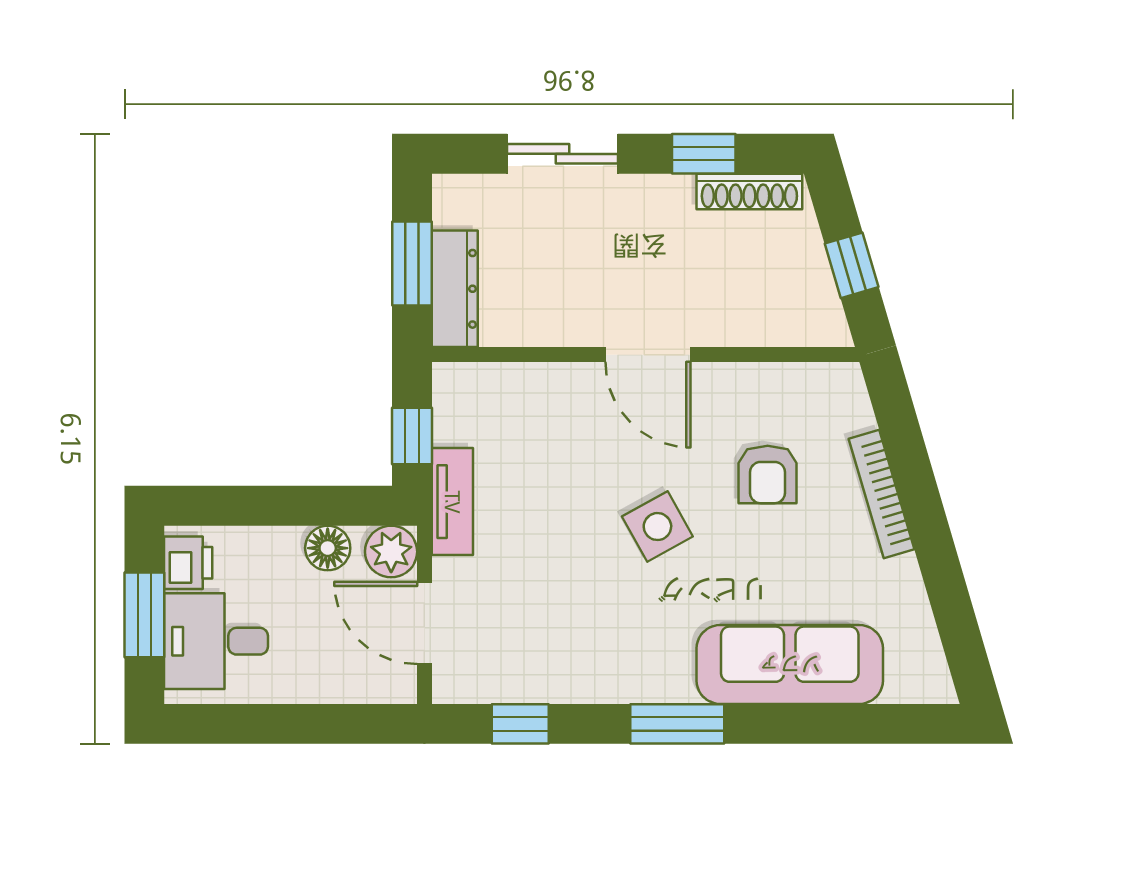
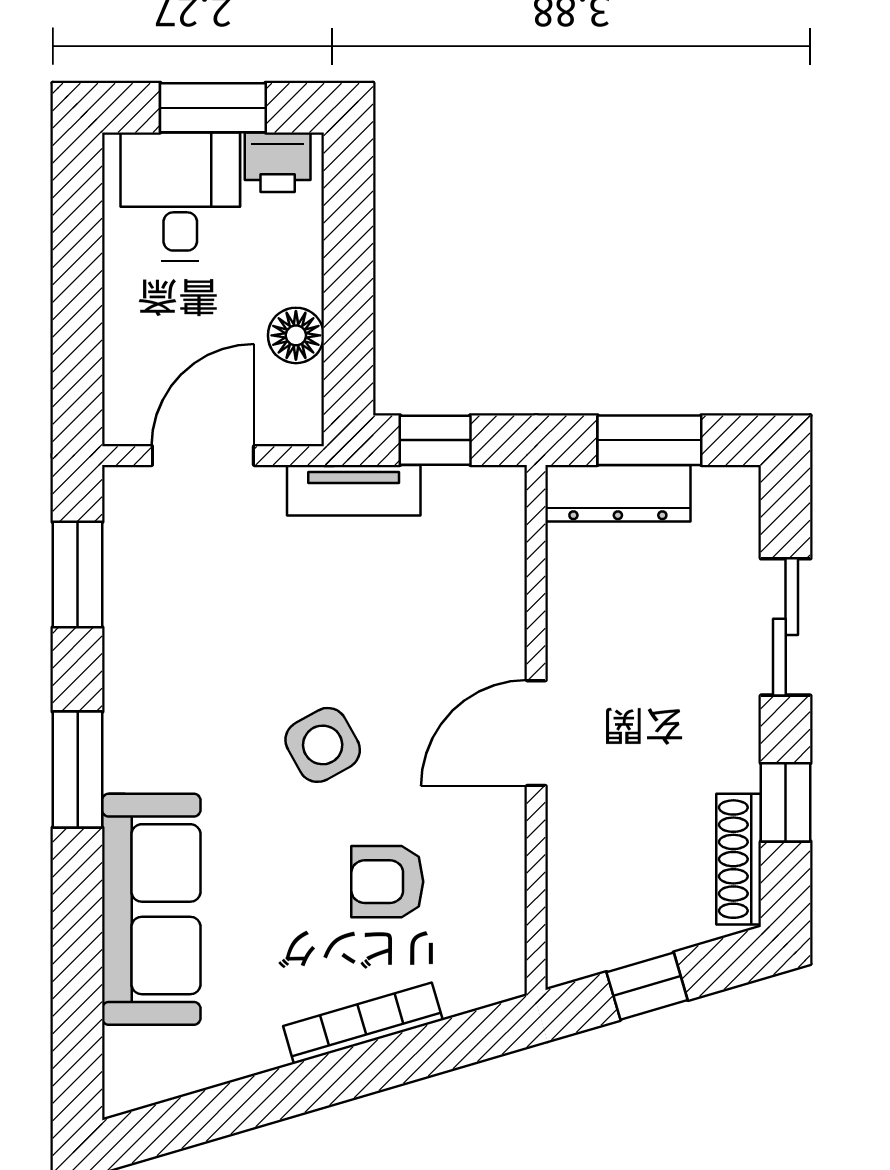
plant: (391, 552) -> (292, 414), removed
window: (520, 724) -> (78, 575), width x1.50

